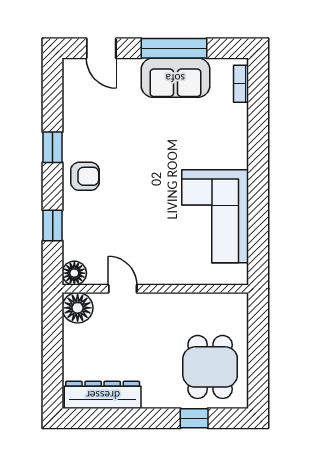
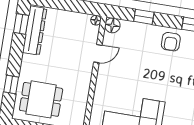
floor lamp: (78, 308) -> (96, 20), width x0.53, depth x0.53
window: (96, 418) -> (21, 24), added

